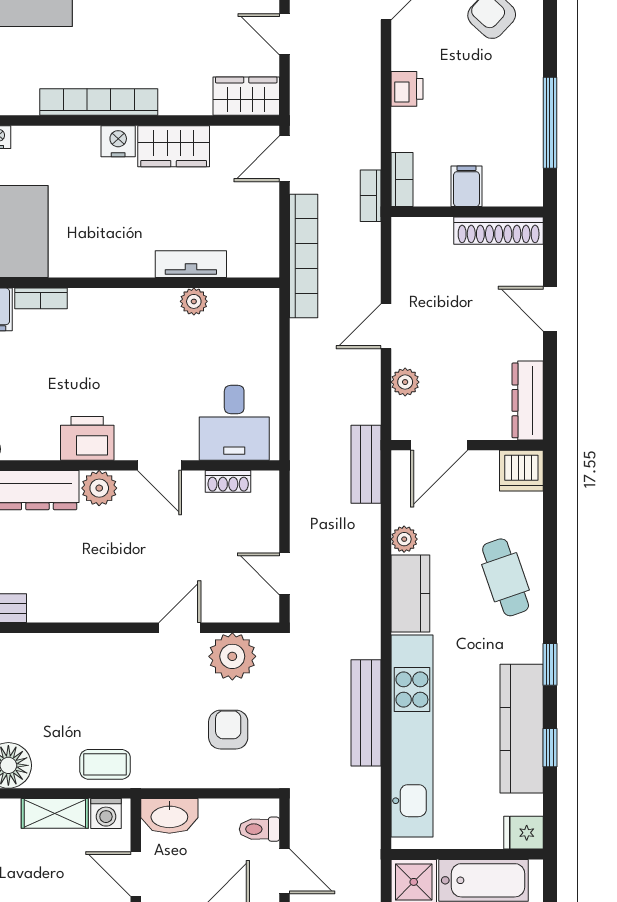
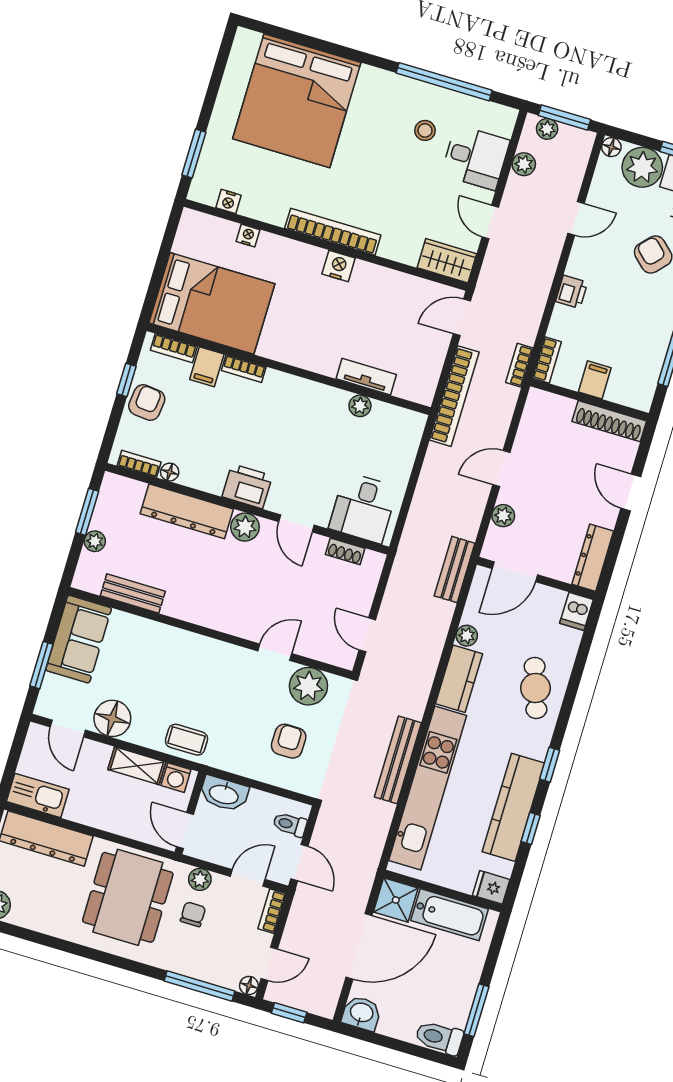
wardrobe: (174, 146) -> (380, 283), removed
dishwasher: (521, 471) -> (577, 611), width x0.73

